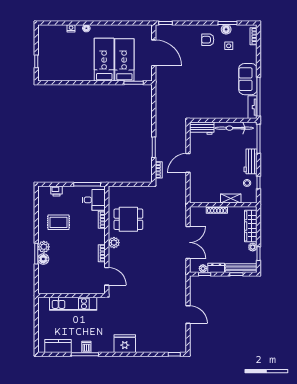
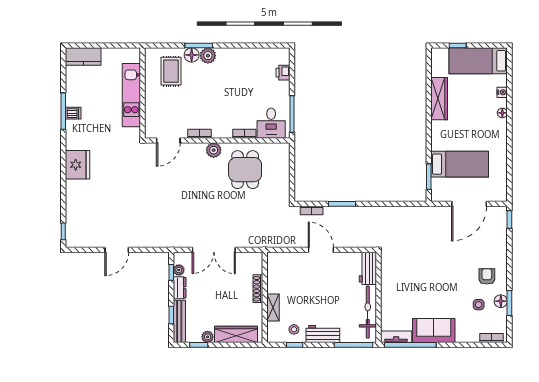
bed: (104, 60) -> (478, 61), moved, turned 180
wardrobe: (76, 75) -> (439, 99), added
rug: (58, 222) -> (171, 71), moved
kitchen counter: (58, 346) -> (83, 57), moved, turned 90

